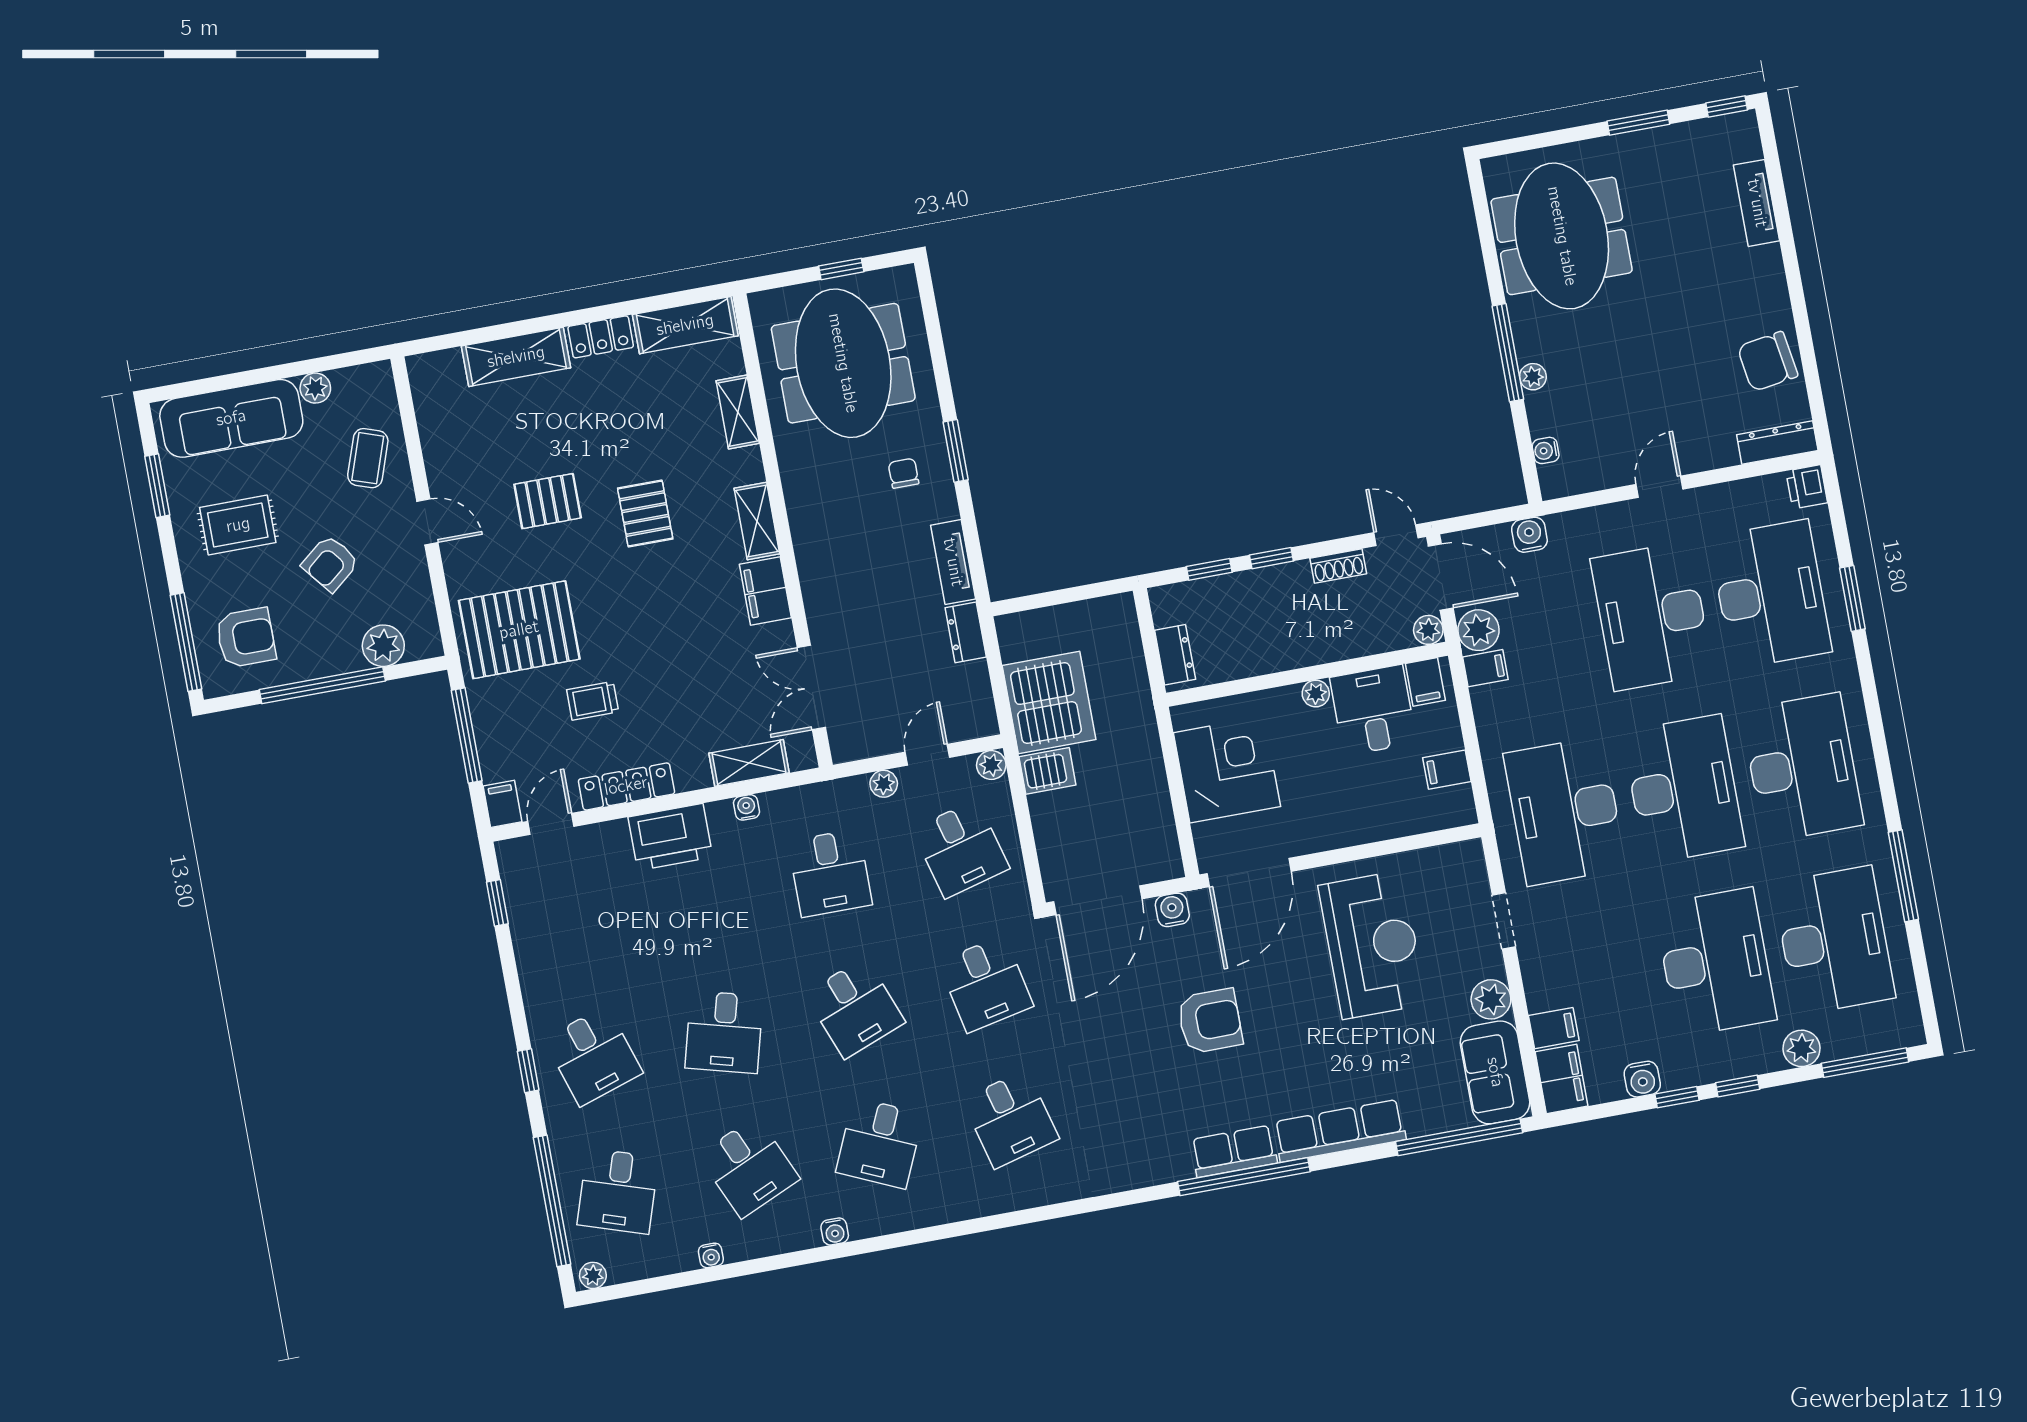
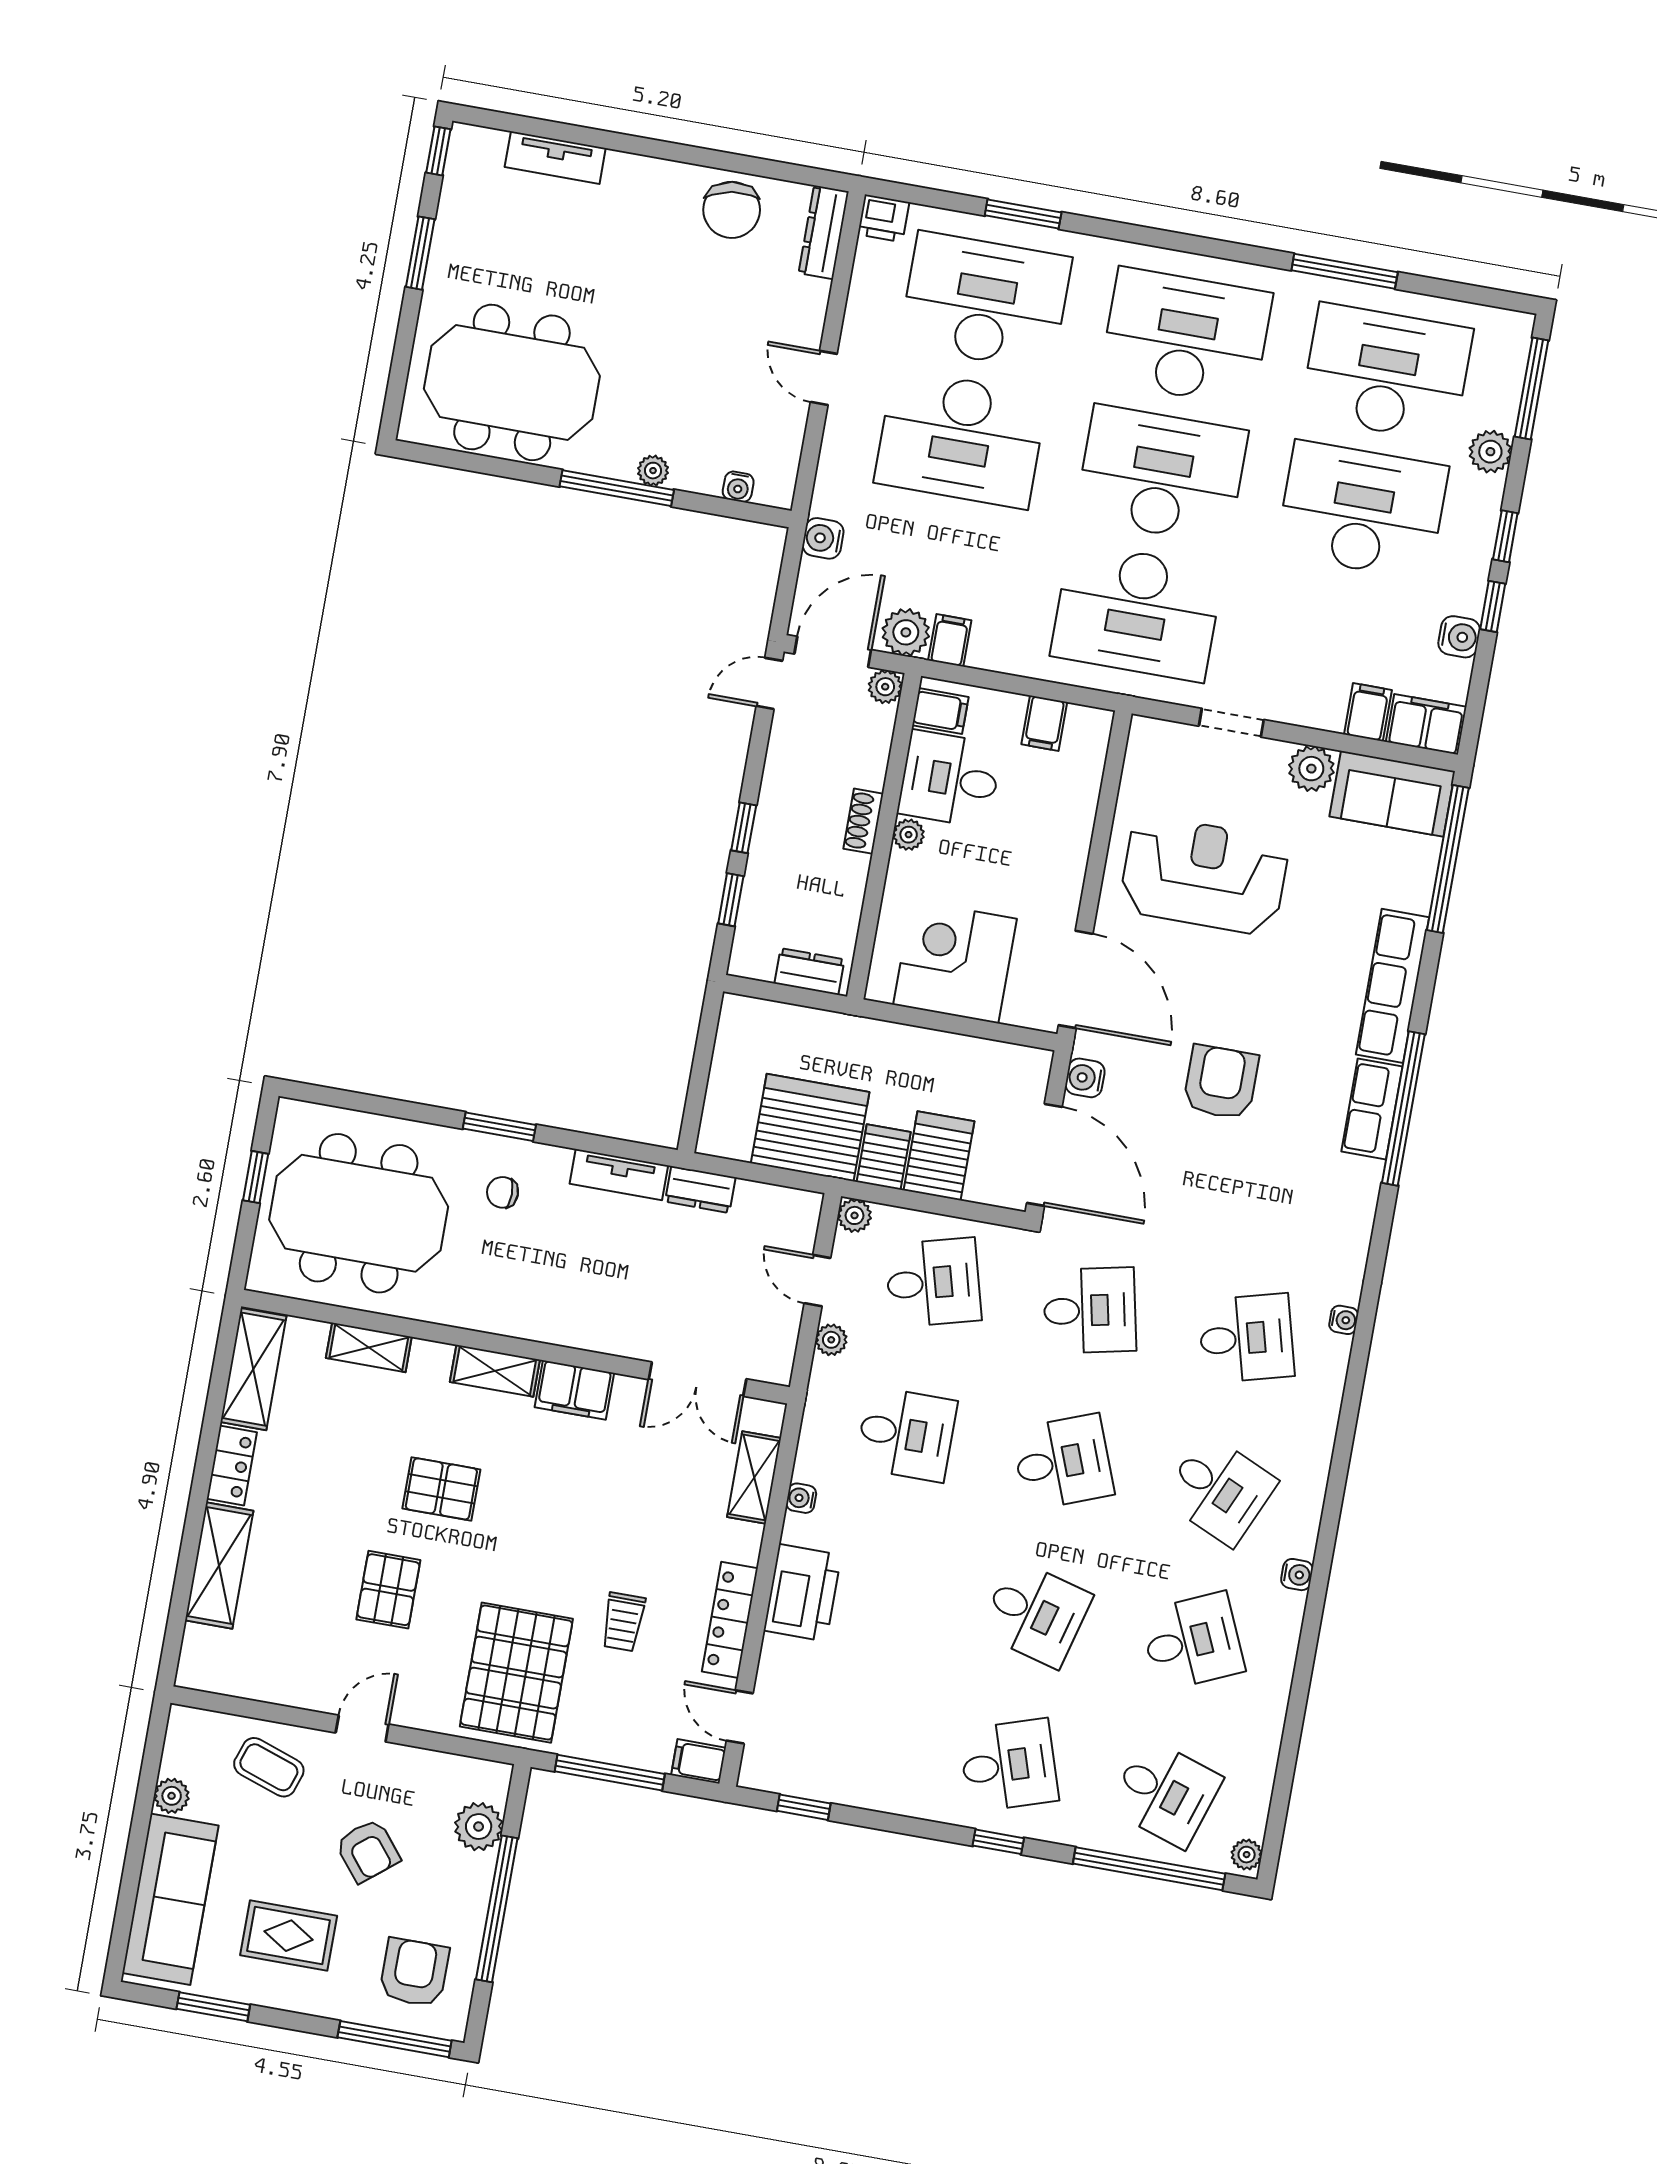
rug: (238, 525) -> (289, 1936), turned 90
shoe rack: (1338, 566) -> (863, 821), moved, turned 180
server rack: (1065, 815) -> (939, 1156), added
water cooler: (711, 1255) -> (1344, 1320), moved

